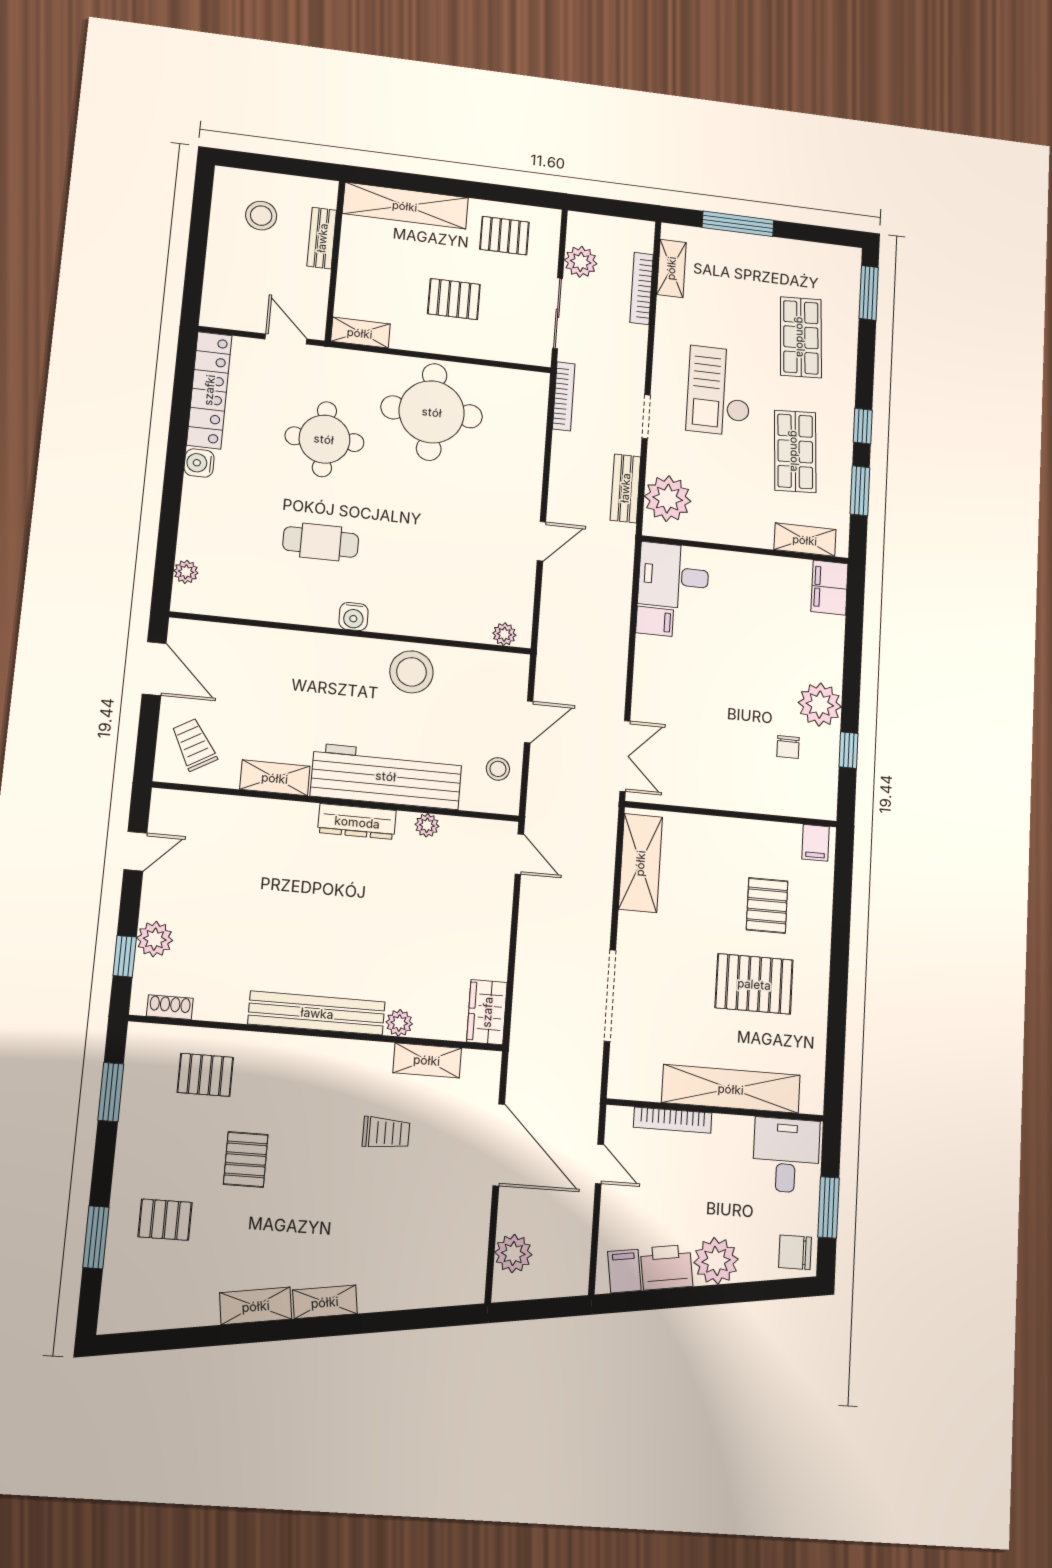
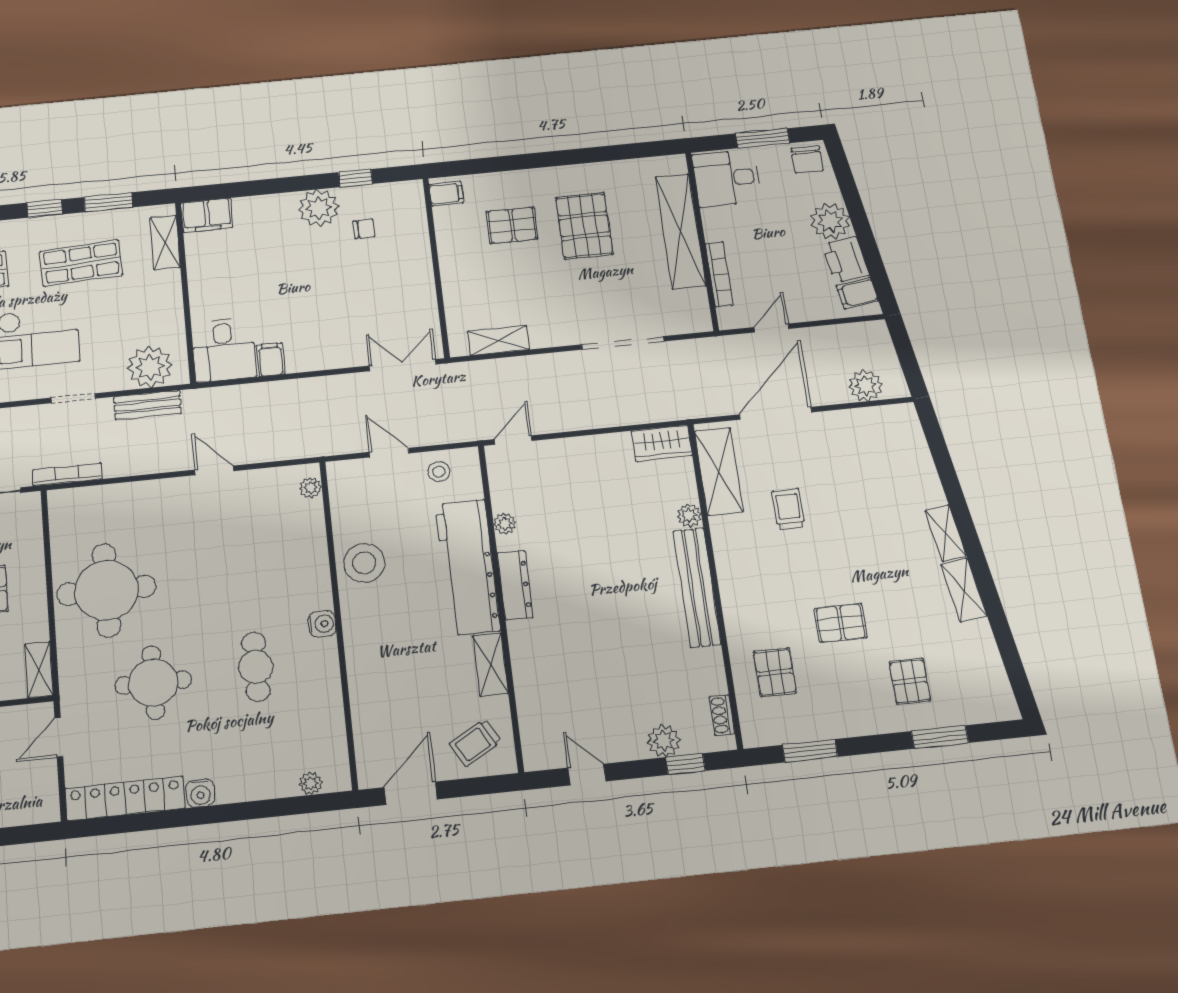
shelving: (640, 863) -> (498, 340), width x0.67, depth x0.75
shelving: (427, 1060) -> (719, 471), width x1.50, depth x1.33

